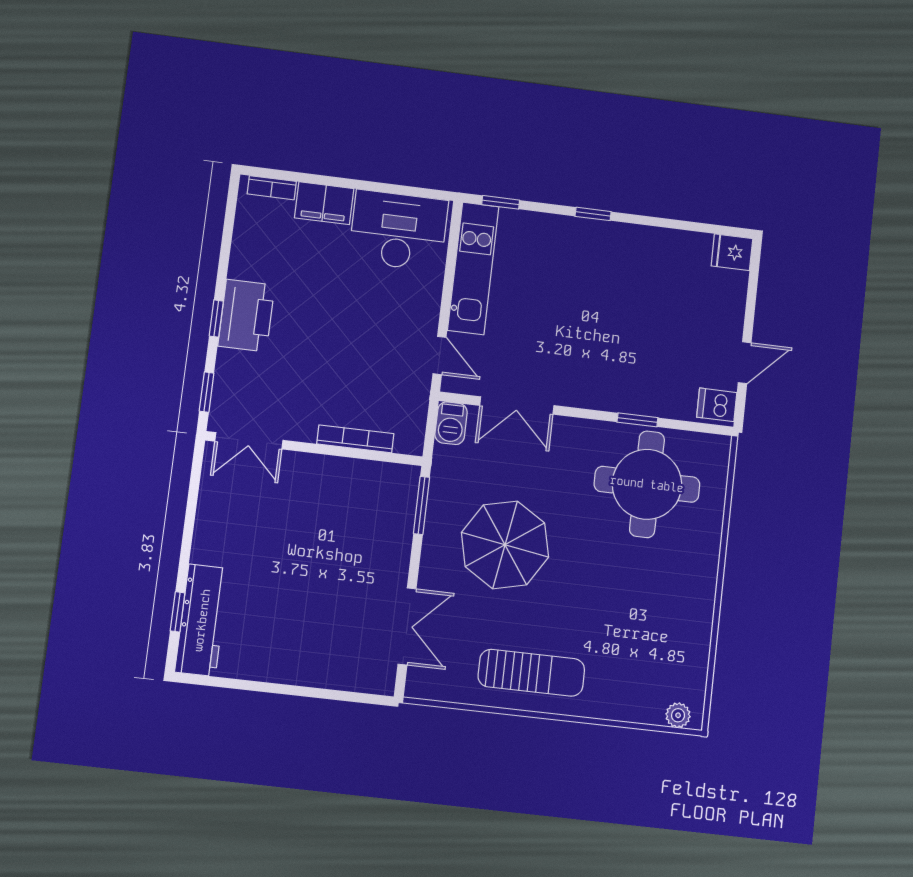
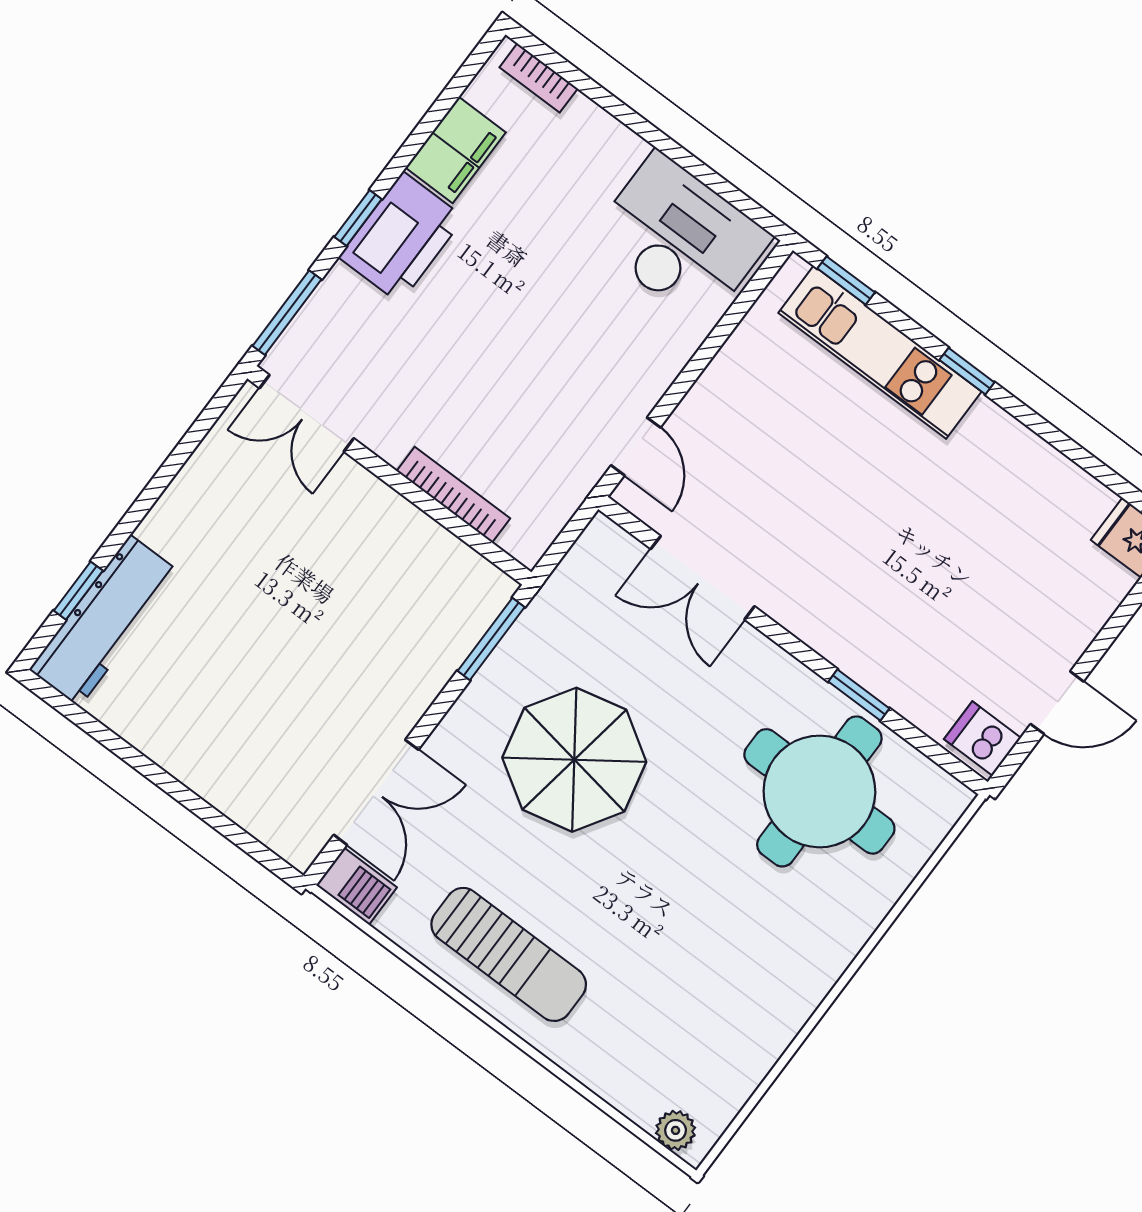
filing cabinet: (324, 203) -> (456, 150), moved, turned -90
kitchen unit: (473, 268) -> (880, 352), moved, turned 90
window: (207, 392) -> (287, 313), width x1.50
barbecue: (451, 423) -> (356, 886), moved, turned -90

